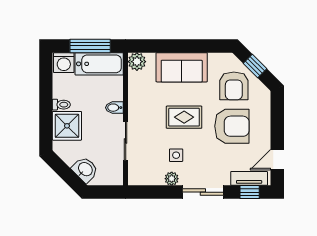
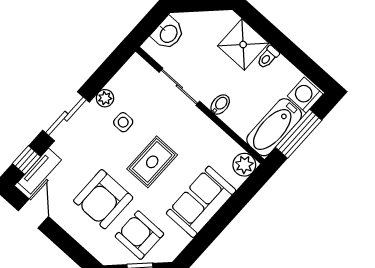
washbasin: (85, 170) -> (168, 33), moved, turned -45

